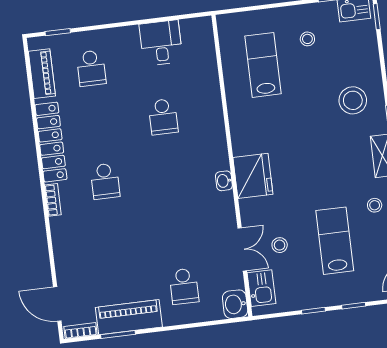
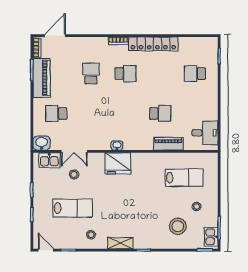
desk: (161, 43) -> (205, 133), moved
piano: (42, 74) -> (168, 144), moved, turned 180
stool: (353, 100) -> (178, 226), moved
school desk: (163, 117) -> (160, 113), turned 180
school desk: (105, 181) -> (126, 74), turned 180
school desk: (112, 238) -> (91, 74), added

